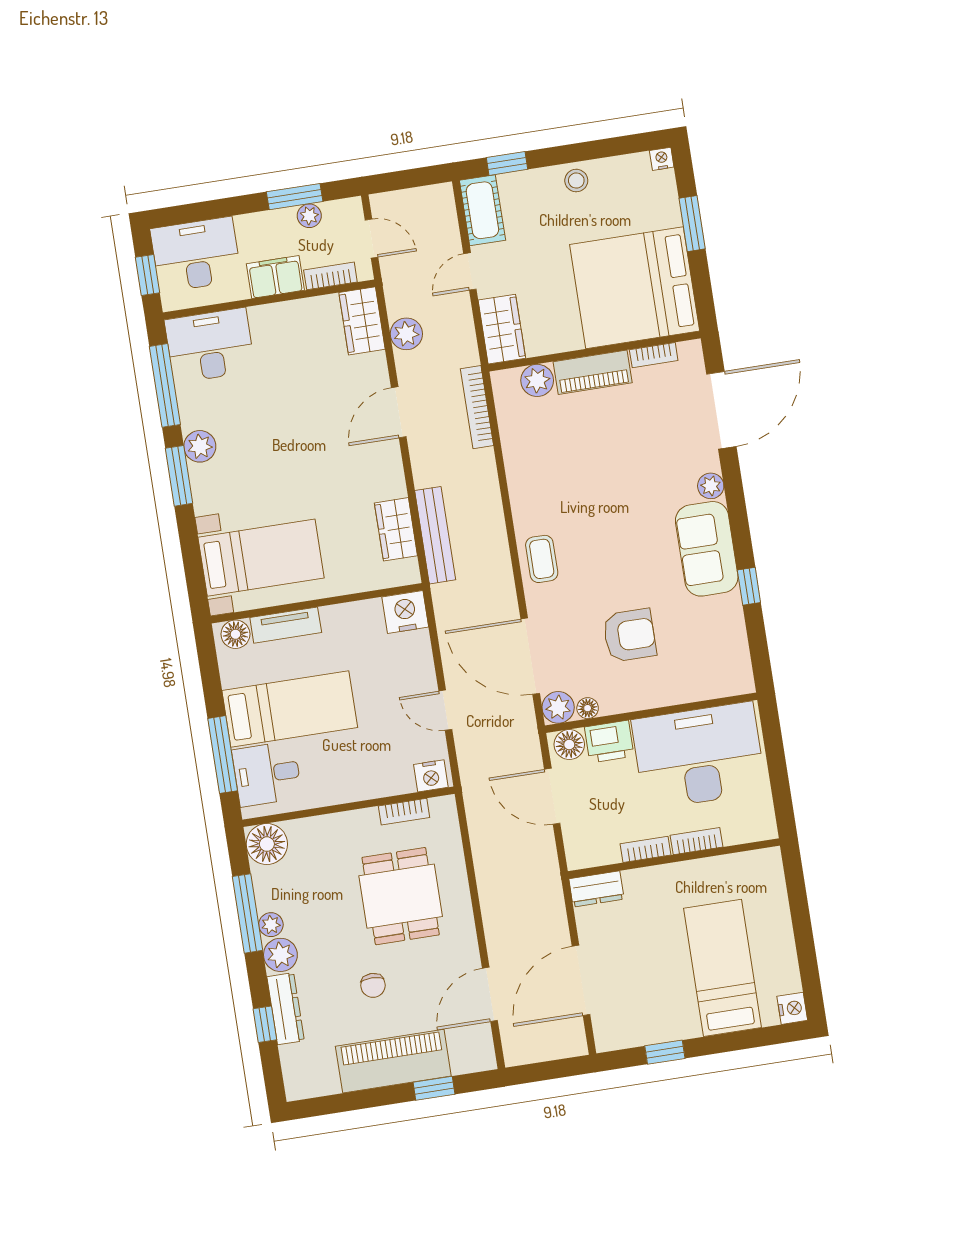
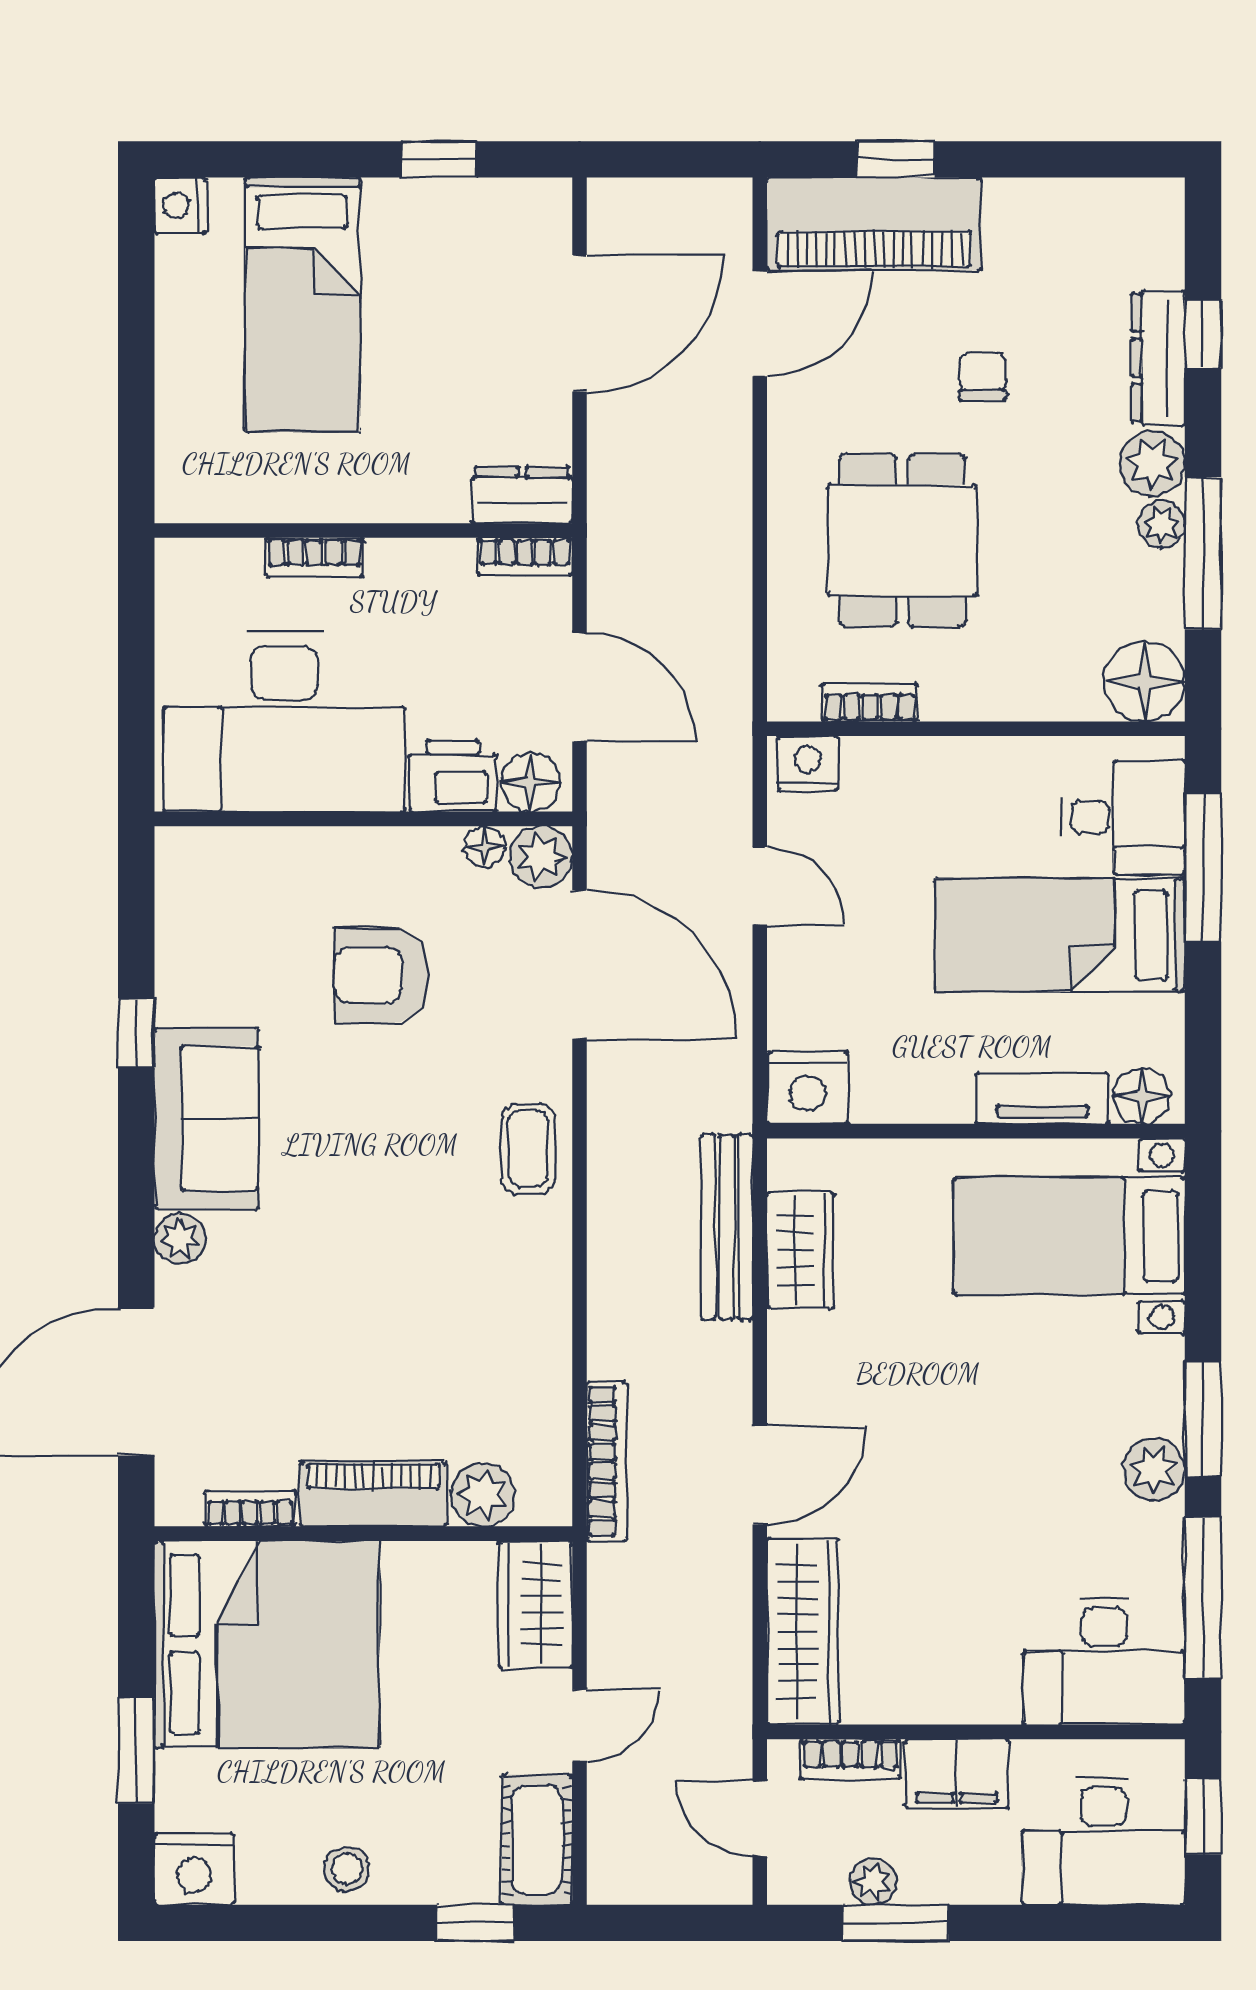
nightstand: (662, 159) -> (194, 1869), width x1.89, depth x1.79
wardrobe: (362, 321) -> (803, 1632), width x1.50
plant: (406, 334) -> (721, 1624), removed
bookcase: (646, 849) -> (525, 557), moved
piano: (393, 1061) -> (874, 224), moved

